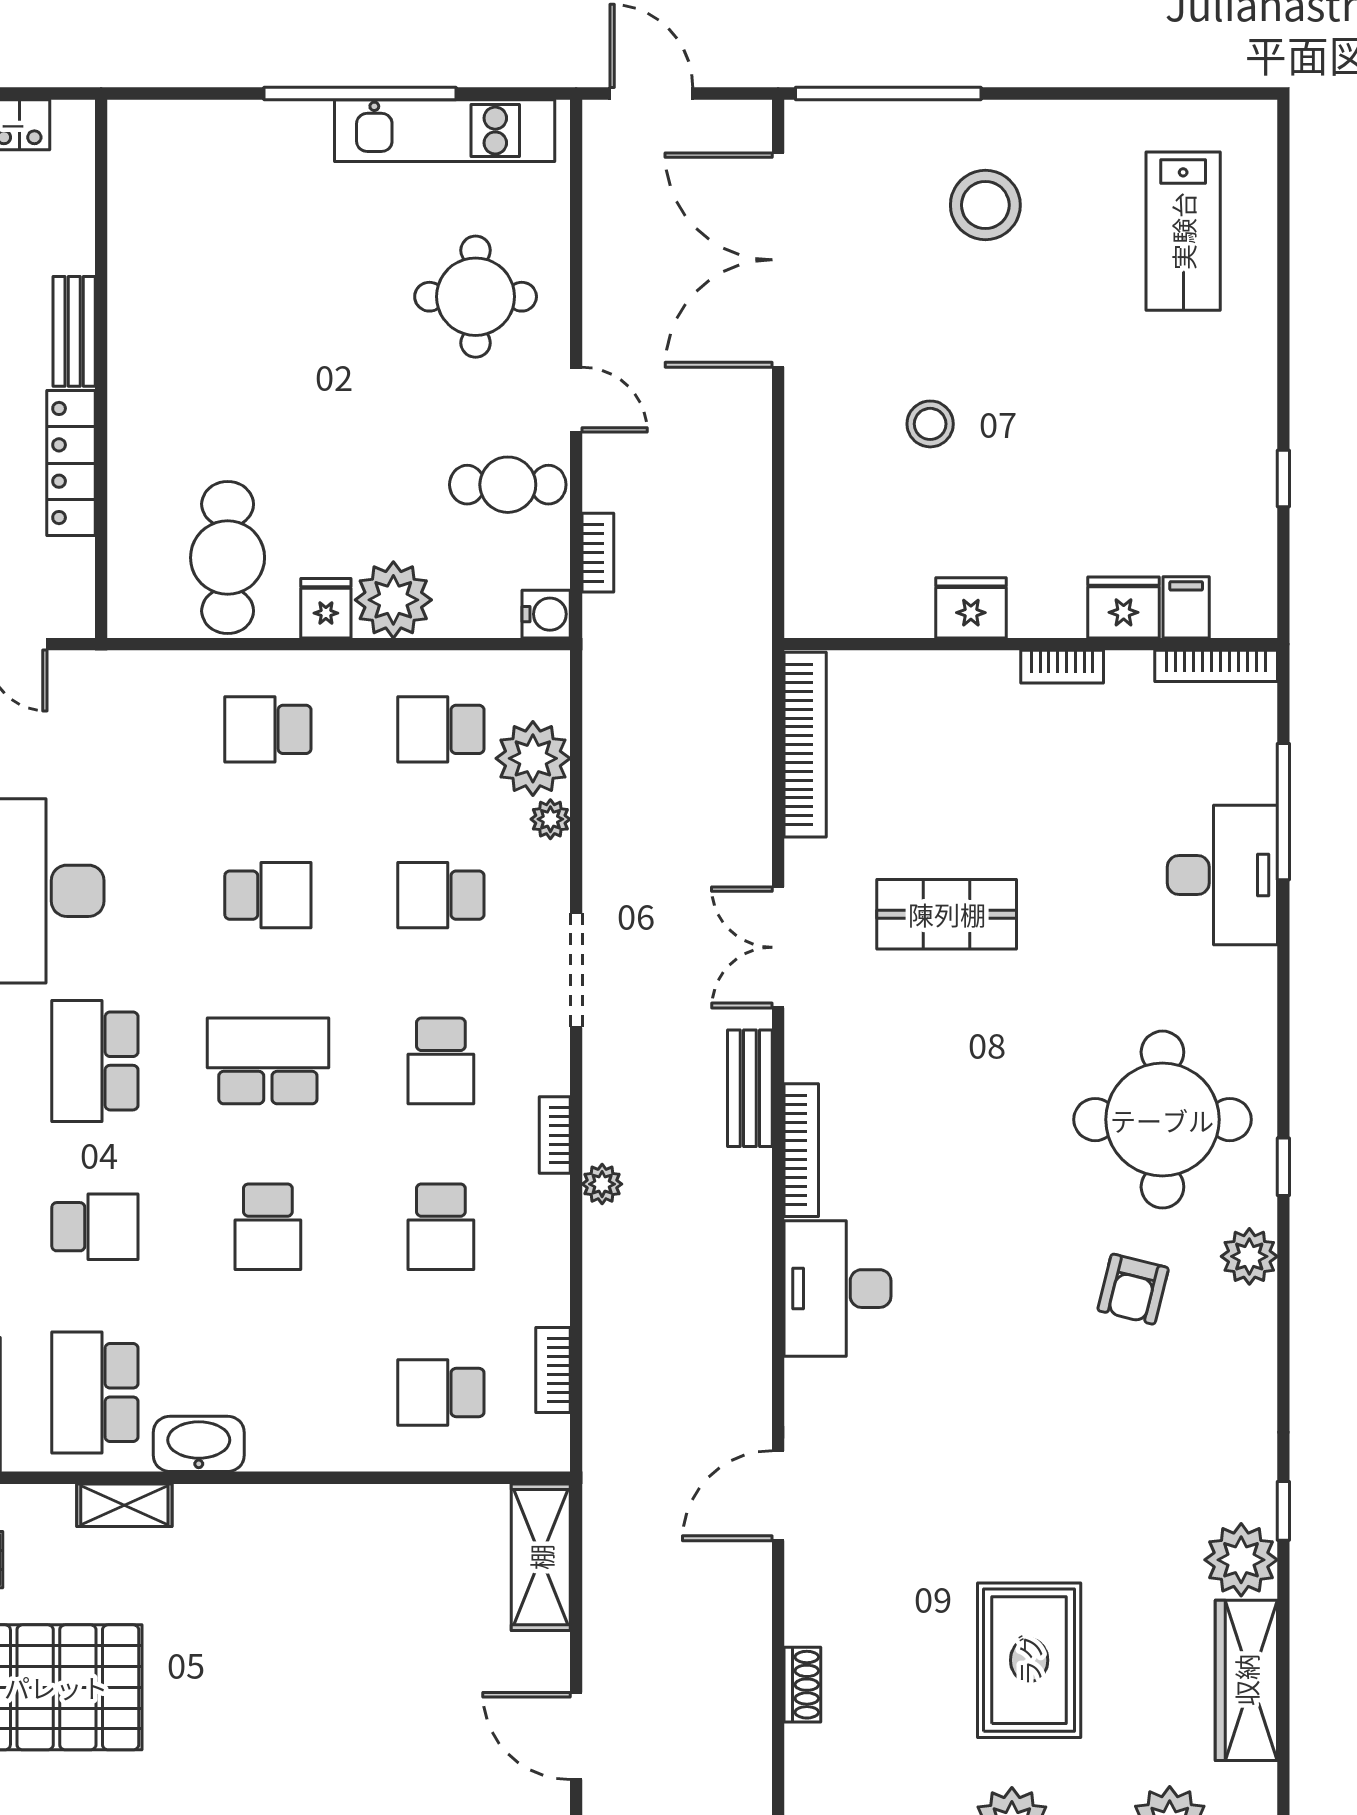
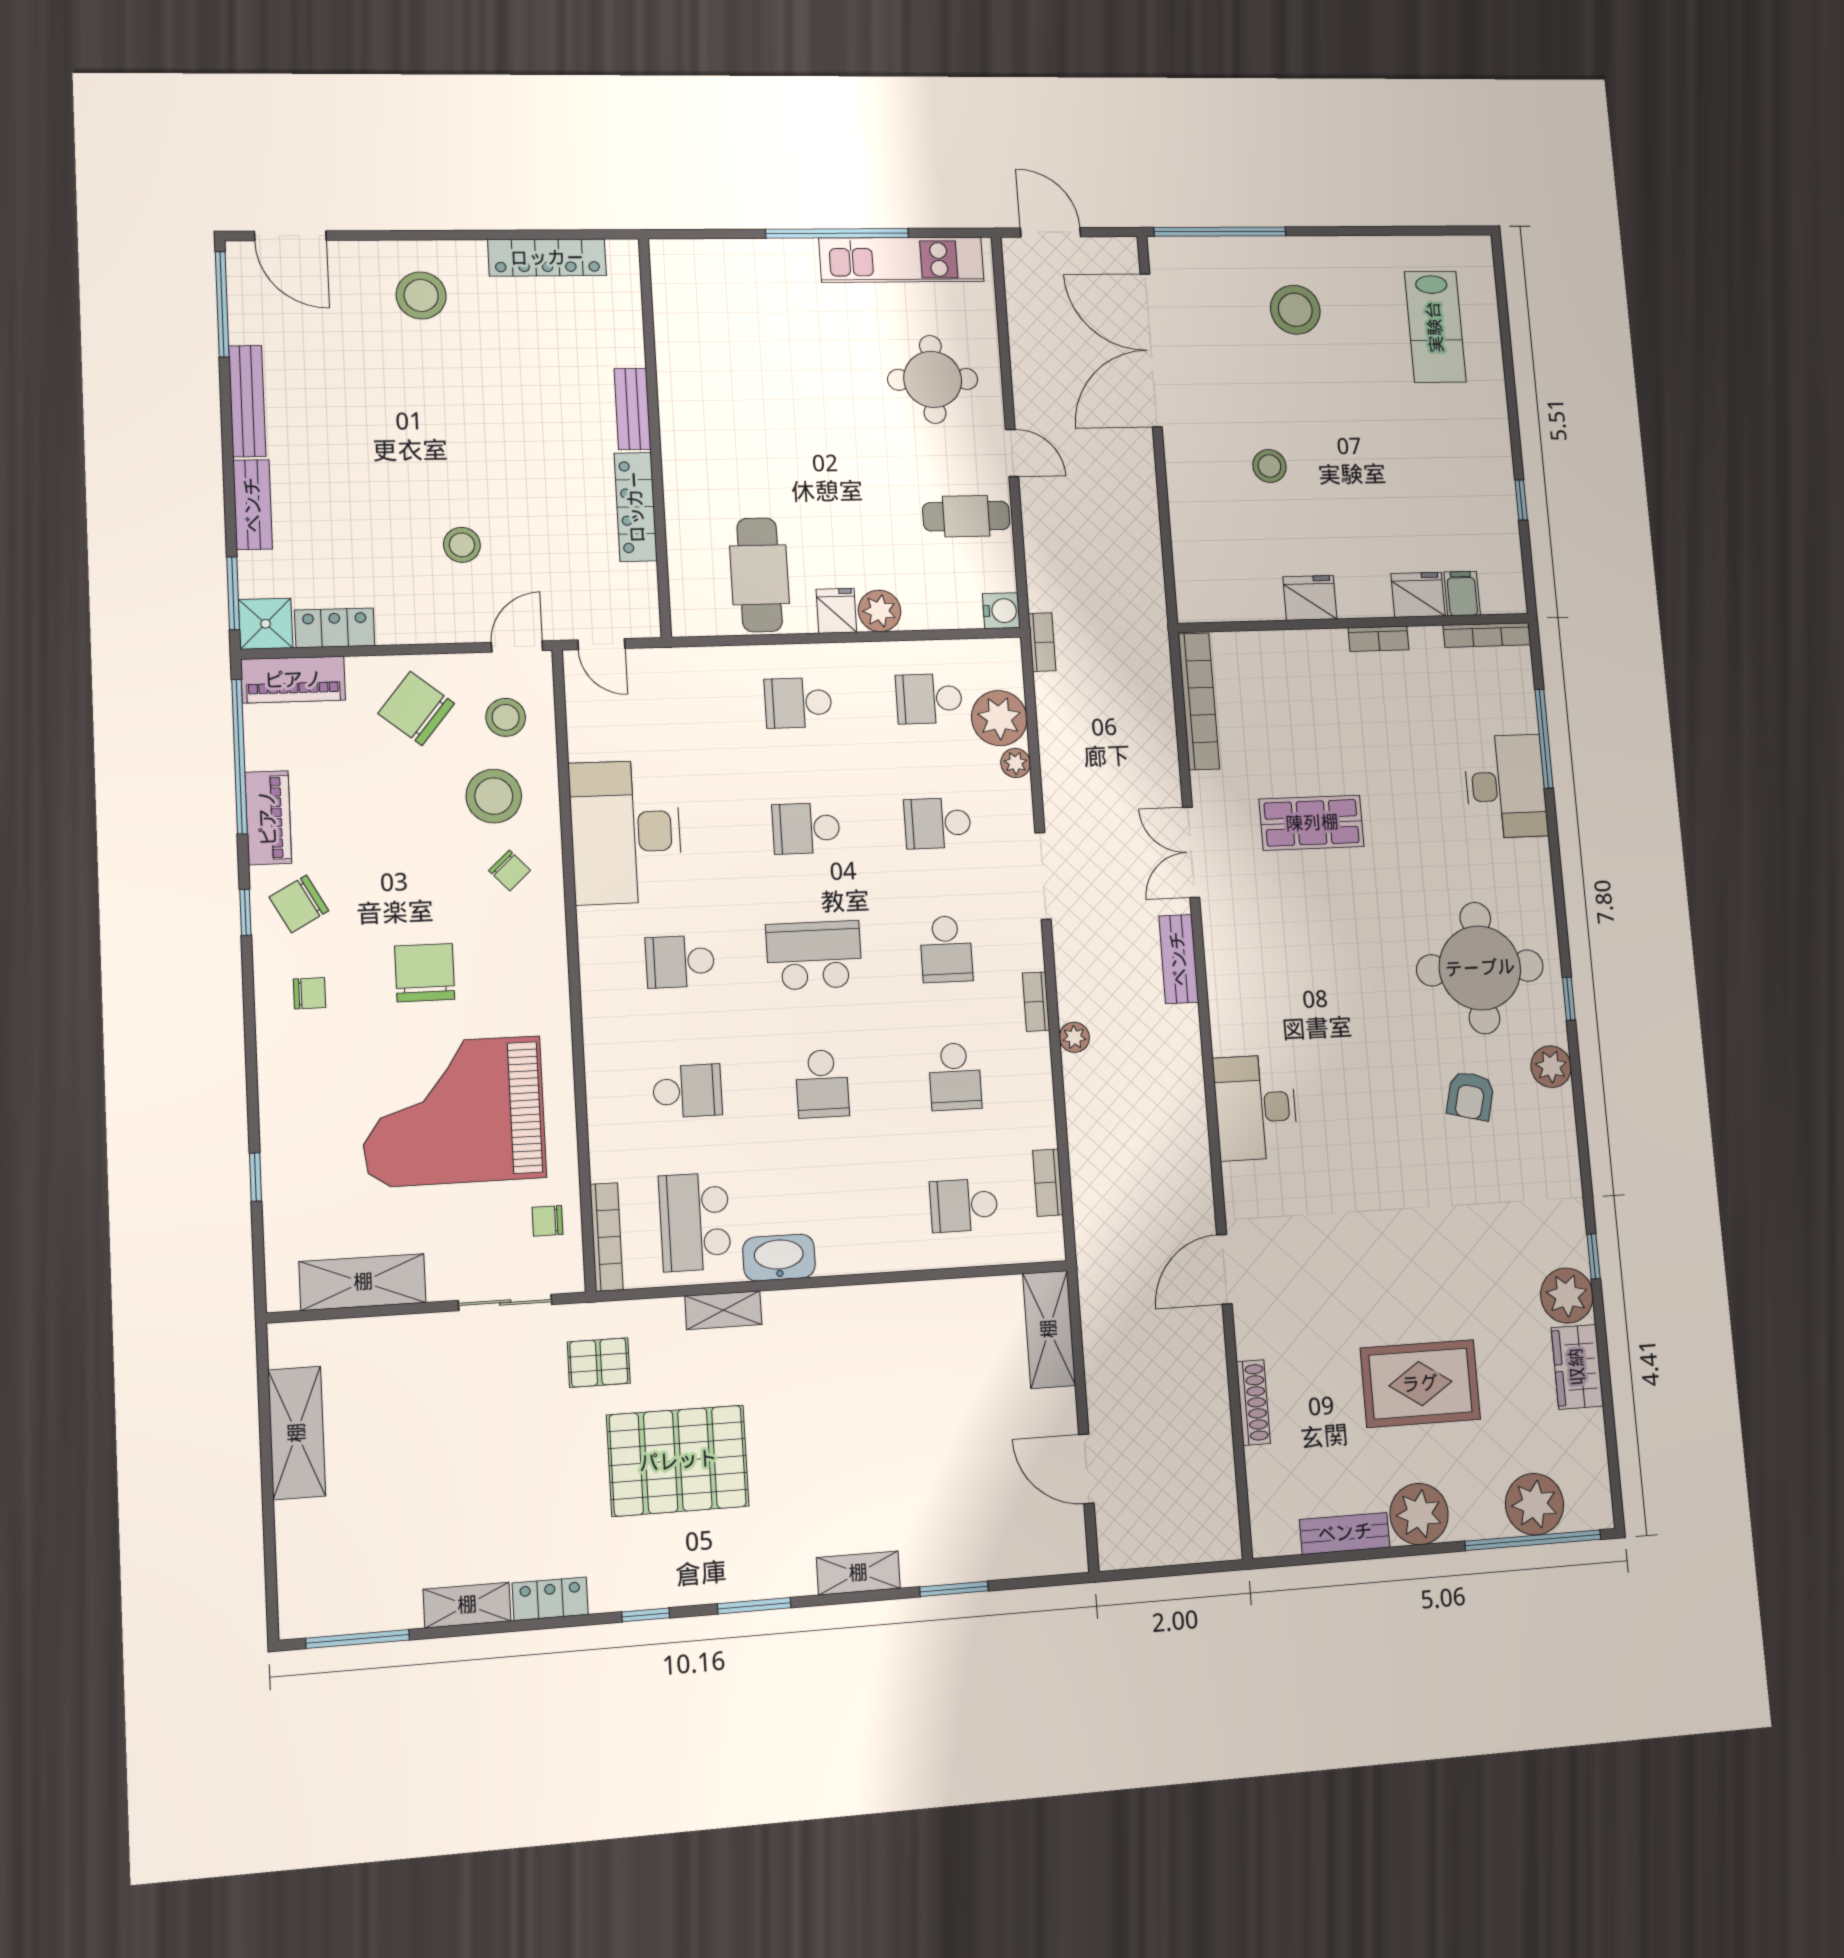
bookcase: (598, 553) -> (1042, 642), moved
plant: (393, 600) -> (880, 611), width x0.73, depth x0.73
school desk: (268, 895) -> (806, 828), turned 180
school desk: (95, 1061) -> (680, 962), width x0.54
bookcase: (801, 1150) -> (1220, 1004), removed
rug: (1029, 1660) -> (1420, 1384), turned 90
wardrobe: (1246, 1680) -> (1577, 1367), width x0.67
shoe rack: (802, 1685) -> (1253, 1403), width x1.43

